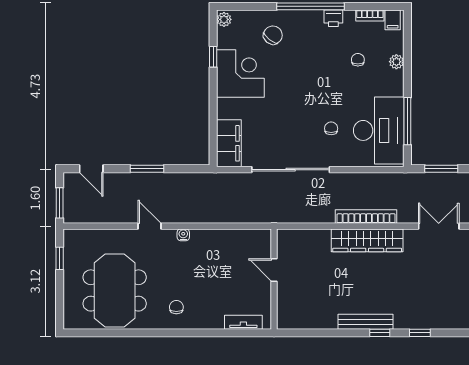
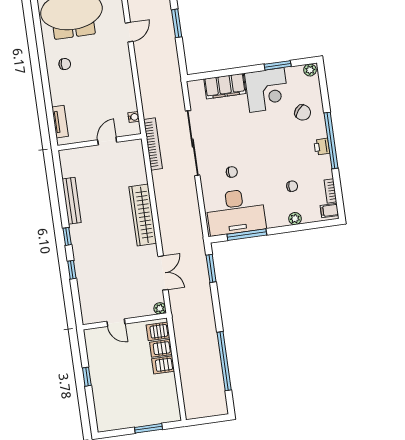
printer: (333, 18) -> (322, 147), moved
window: (213, 57) -> (278, 65), width x1.50
filing cabinet: (229, 143) -> (225, 86), moved
bookcase: (366, 217) -> (153, 144), moved
water cooler: (183, 235) -> (134, 117), moved
bench: (366, 322) -> (72, 201), moved

